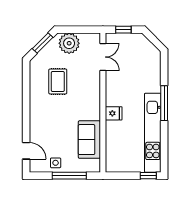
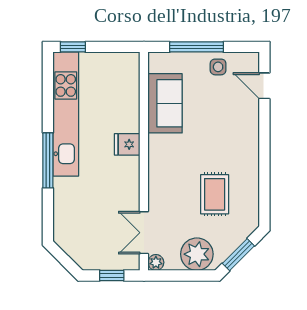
plant: (95, 38) -> (156, 262), added

